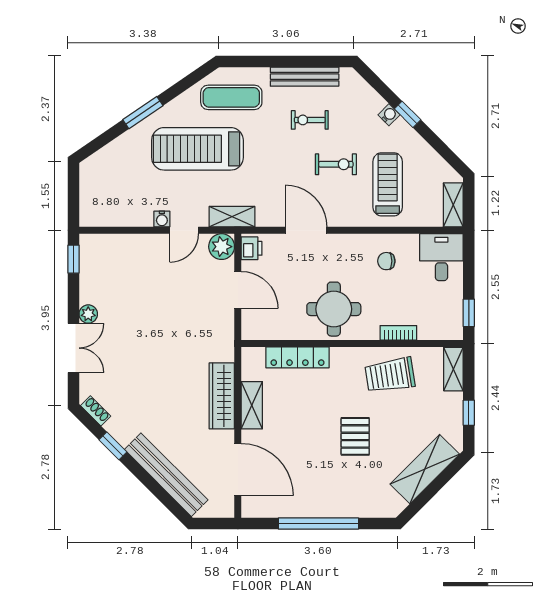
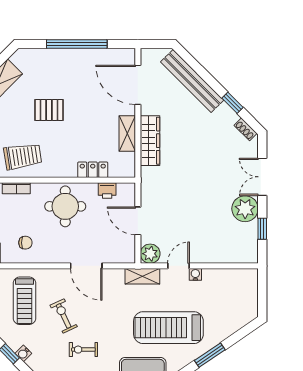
exercise bike: (310, 120) -> (83, 350), turned 180
treadmill: (197, 149) -> (168, 328), turned 180
exercise bike: (336, 164) -> (64, 316), turned 65
printer: (252, 248) -> (107, 191), moved, turned -90
window: (73, 259) -> (262, 229), moved
plant: (88, 314) -> (245, 209), width x1.87, depth x1.87
locker: (297, 357) -> (93, 170), width x0.66
pallet: (355, 436) -> (49, 110), turned 90

